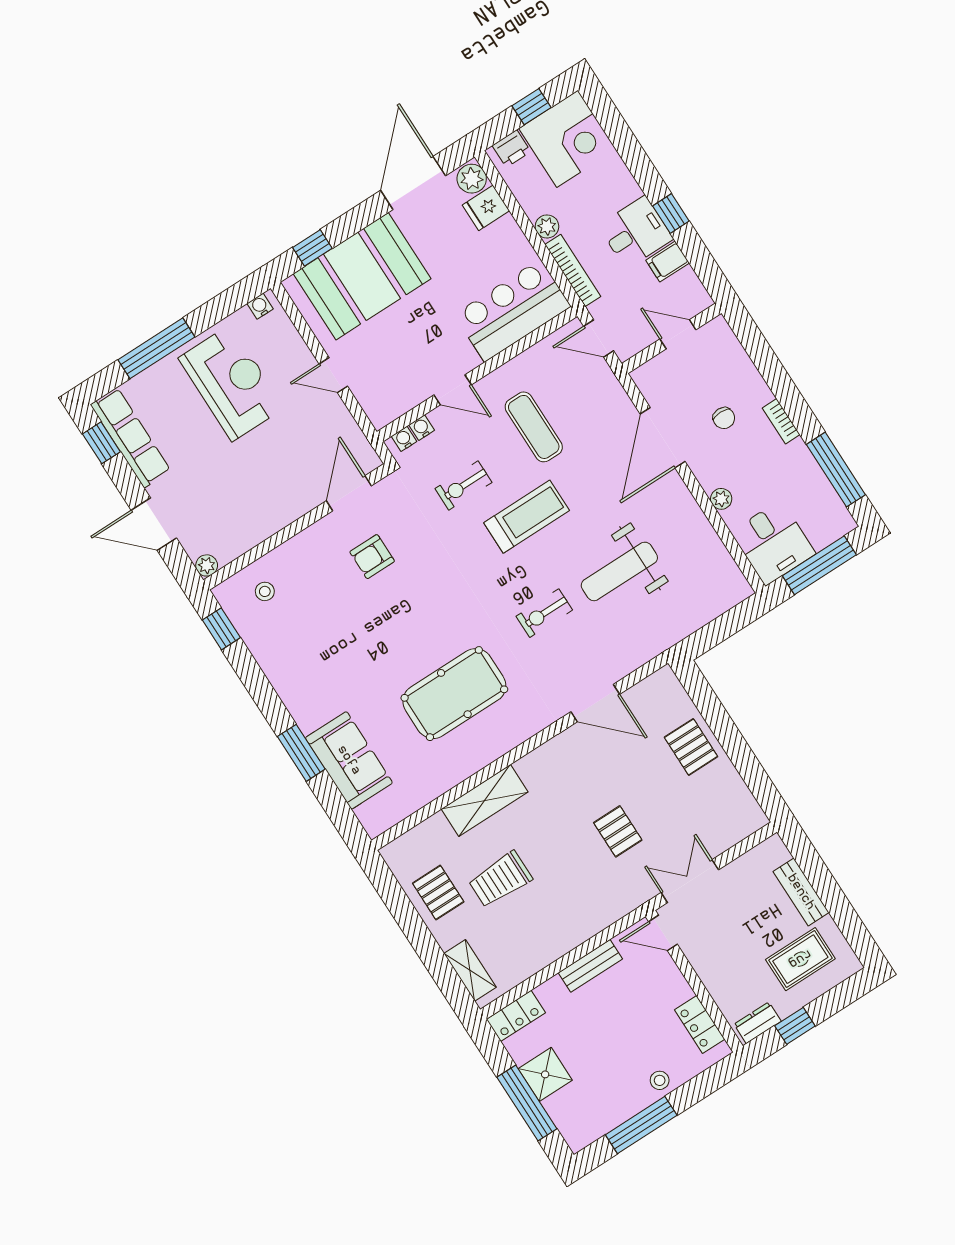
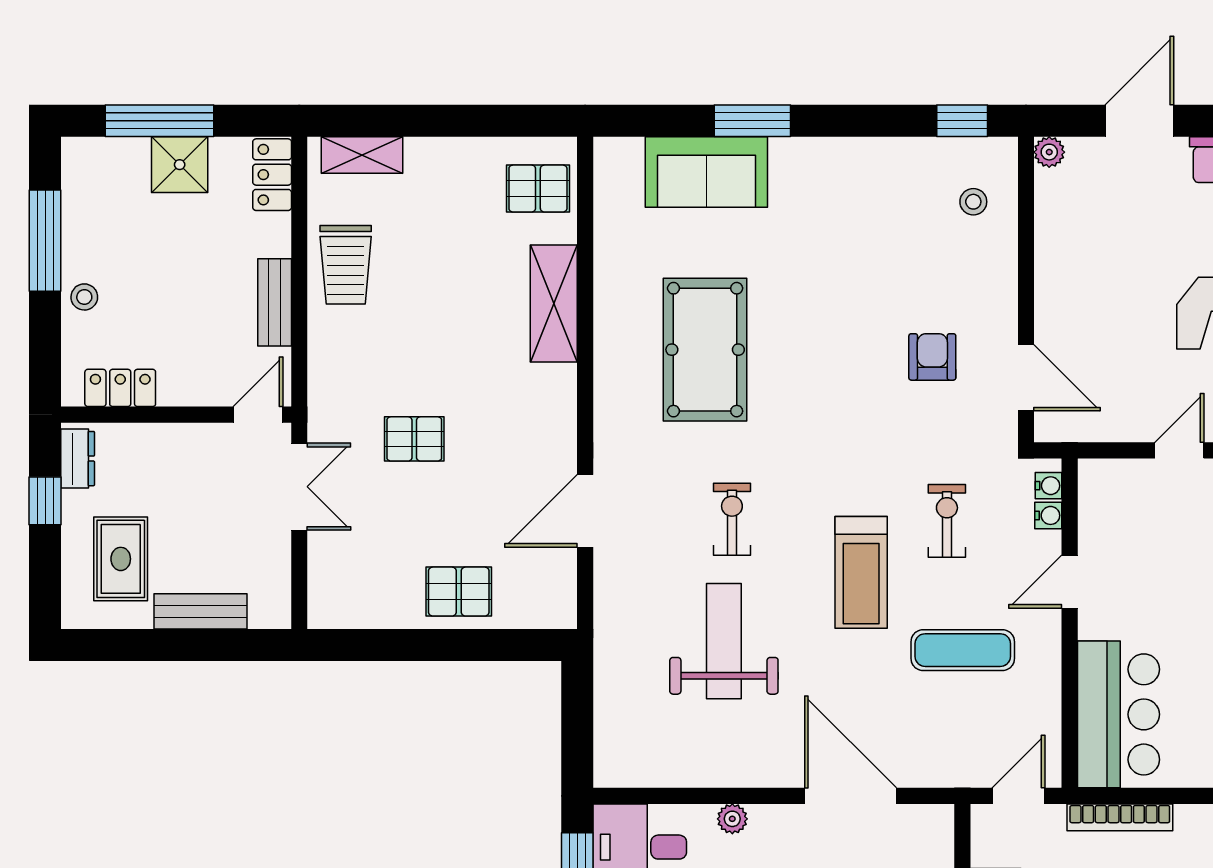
plant: (547, 226) -> (1192, 820), removed
trolley: (500, 879) -> (346, 265), moved, turned 180
pallet: (438, 893) -> (538, 189), moved

